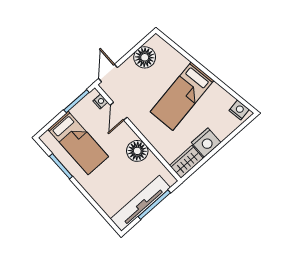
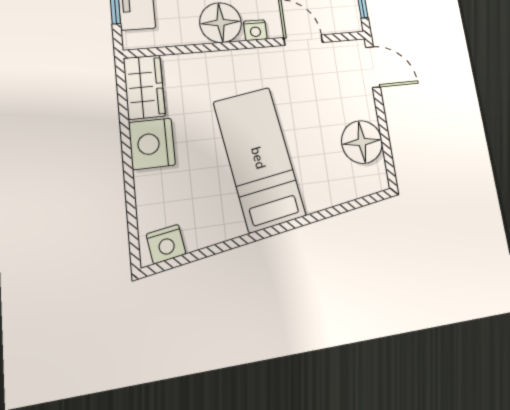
nightstand: (100, 102) -> (255, 30), moved

